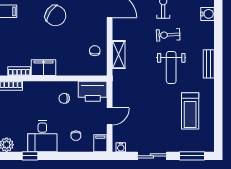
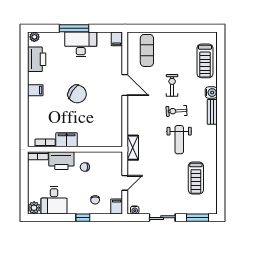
chair: (95, 51) -> (112, 125), removed
shelving: (119, 55) -> (133, 148), moved
bench: (209, 64) -> (212, 112), moved
printer: (93, 91) -> (61, 161), moved
desk: (42, 136) -> (54, 200), moved
window: (30, 156) -> (83, 218), moved

